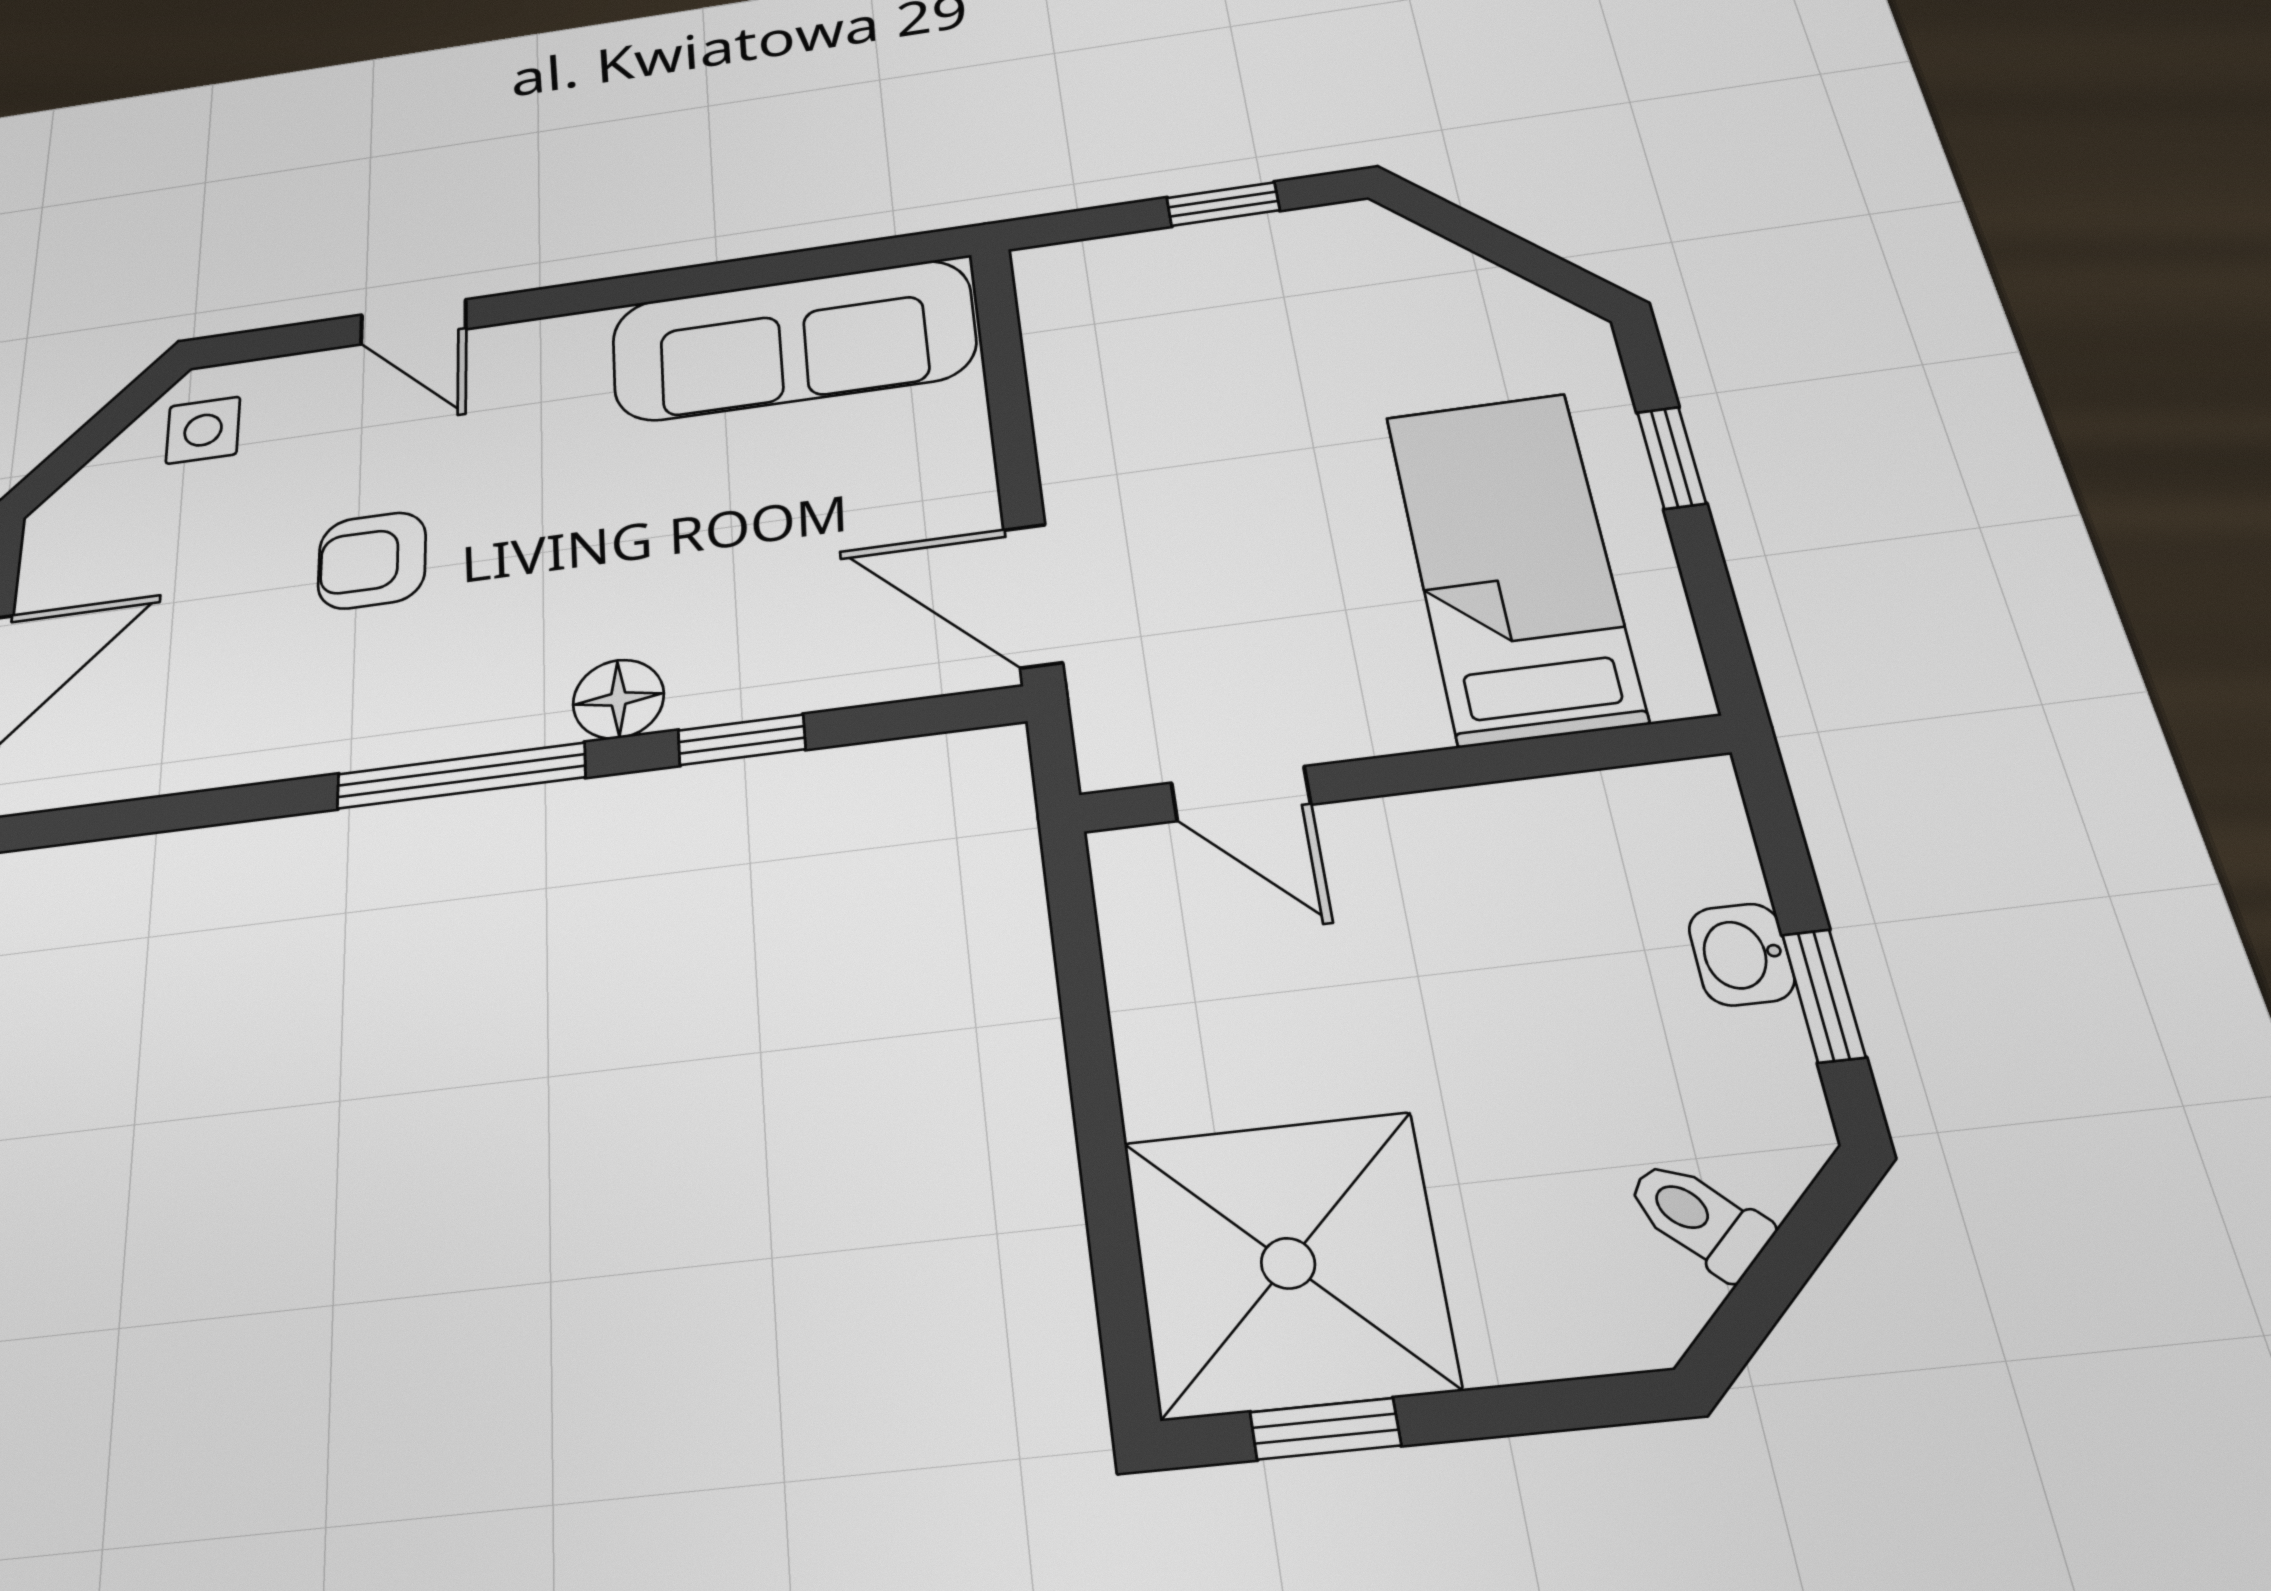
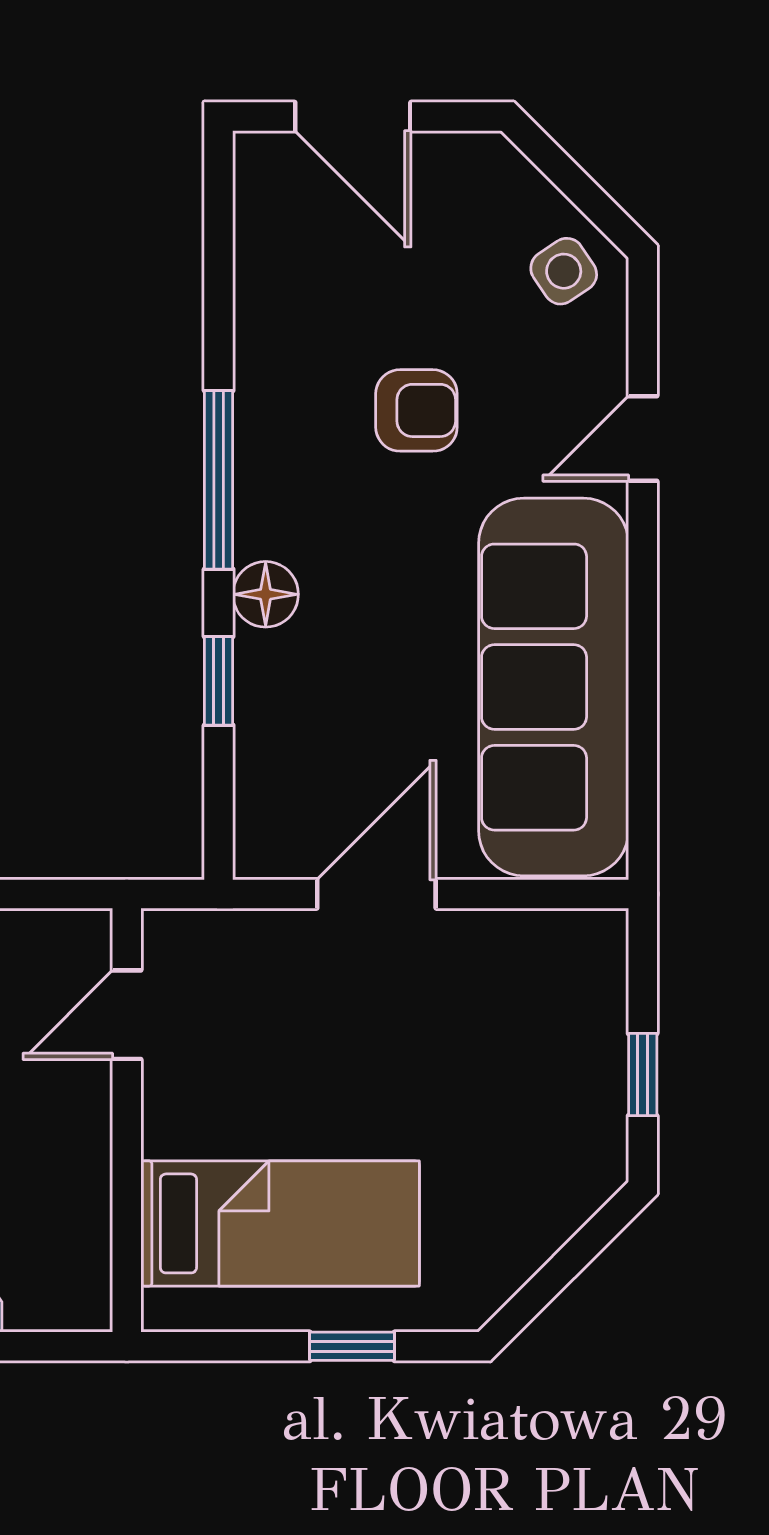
sofa: (793, 340) -> (554, 687), width x1.36, depth x1.27
side table: (203, 430) -> (564, 271), turned -34
armchair: (372, 560) -> (416, 410), turned 90
door: (1033, 595) -> (376, 894), moved

